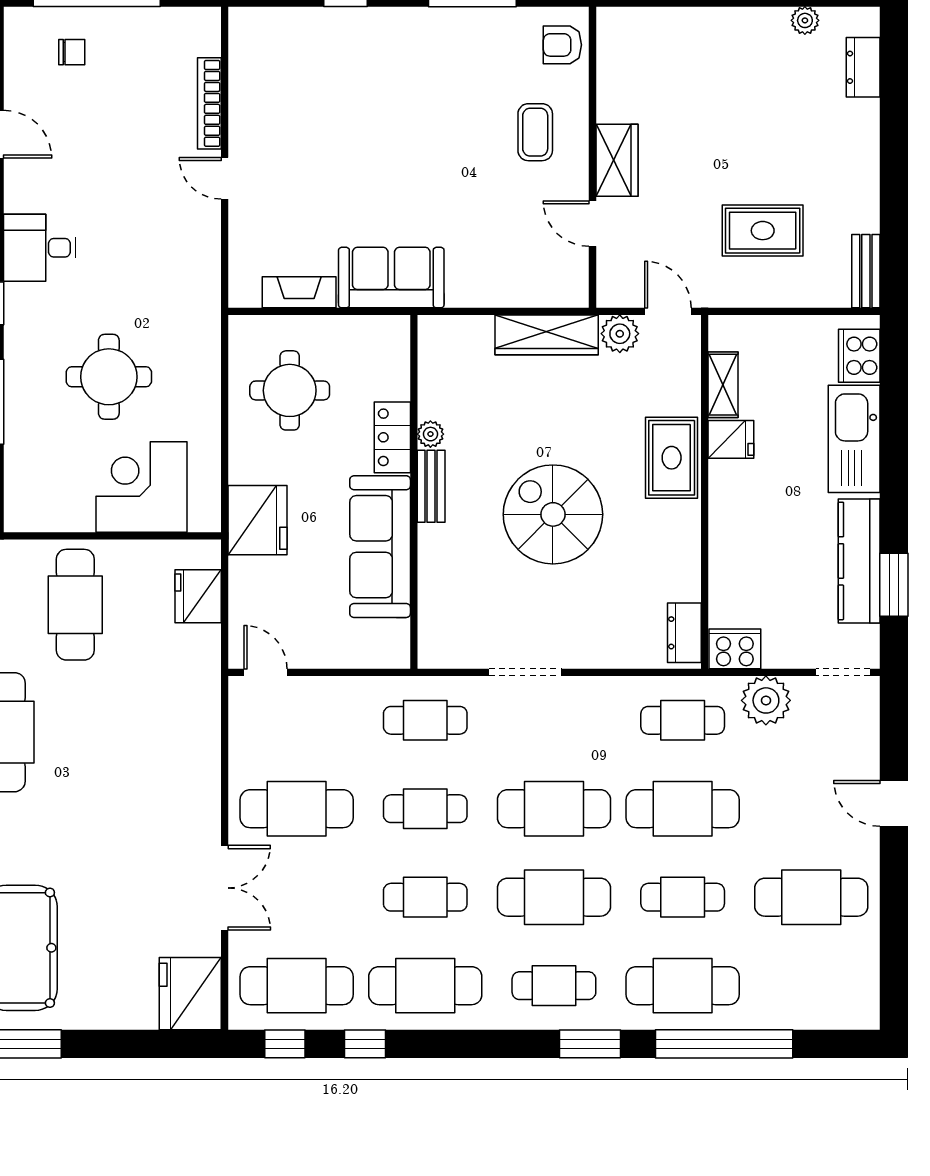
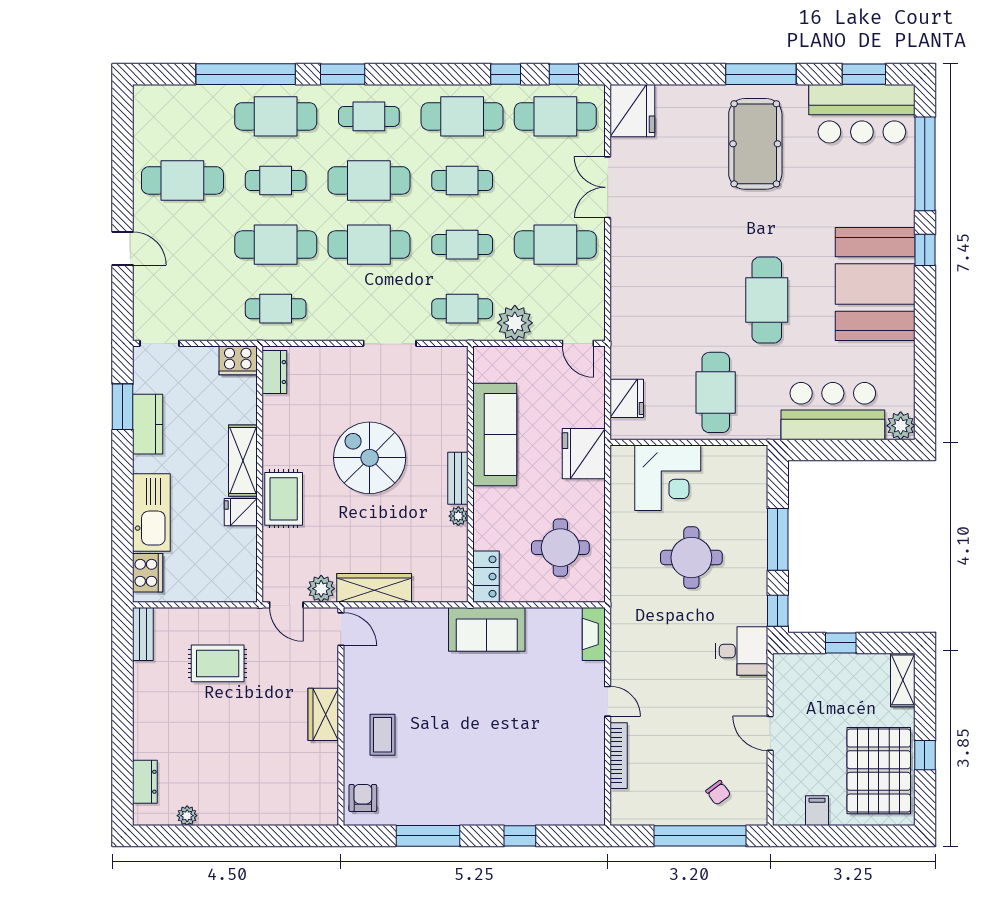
armchair: (562, 45) -> (363, 798), turned -90
chair: (72, 52) -> (718, 793), turned -127
door: (593, 224) -> (341, 629), moved
fireplace: (299, 292) -> (594, 634), moved, turned 90
shelving: (723, 385) -> (243, 461), moved, width x1.50, depth x1.33
locker: (392, 437) -> (486, 577), moved
spiral stairs: (553, 514) -> (370, 458), turned 180
kitchen counter: (859, 561) -> (148, 424), width x0.67
plant: (766, 700) -> (515, 323), moved

